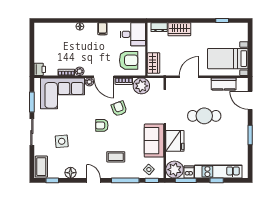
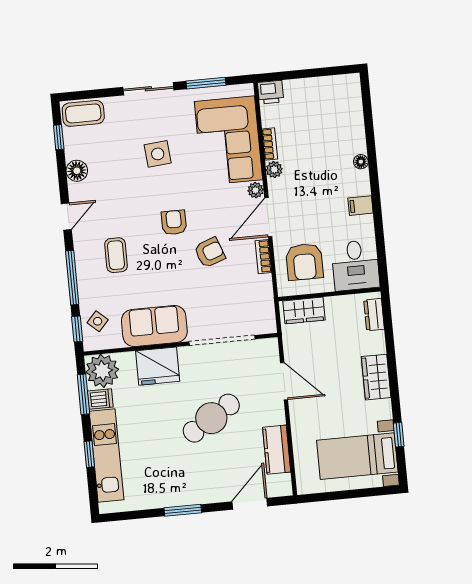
wardrobe: (179, 29) -> (376, 377), moved
bed with nightstands: (228, 59) -> (357, 456), moved, turned -90
plant: (141, 86) -> (258, 291), removed
cafe table: (204, 116) -> (211, 418), turned 58
side table: (62, 141) -> (158, 154), moved

